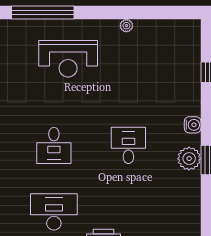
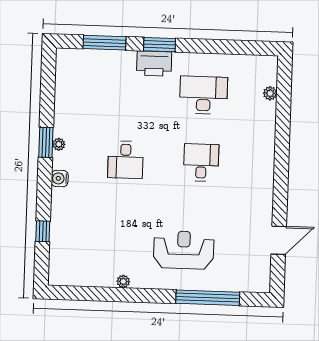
plant: (189, 159) -> (59, 144), width x0.53, depth x0.53
desk: (54, 212) -> (203, 95), turned 180

